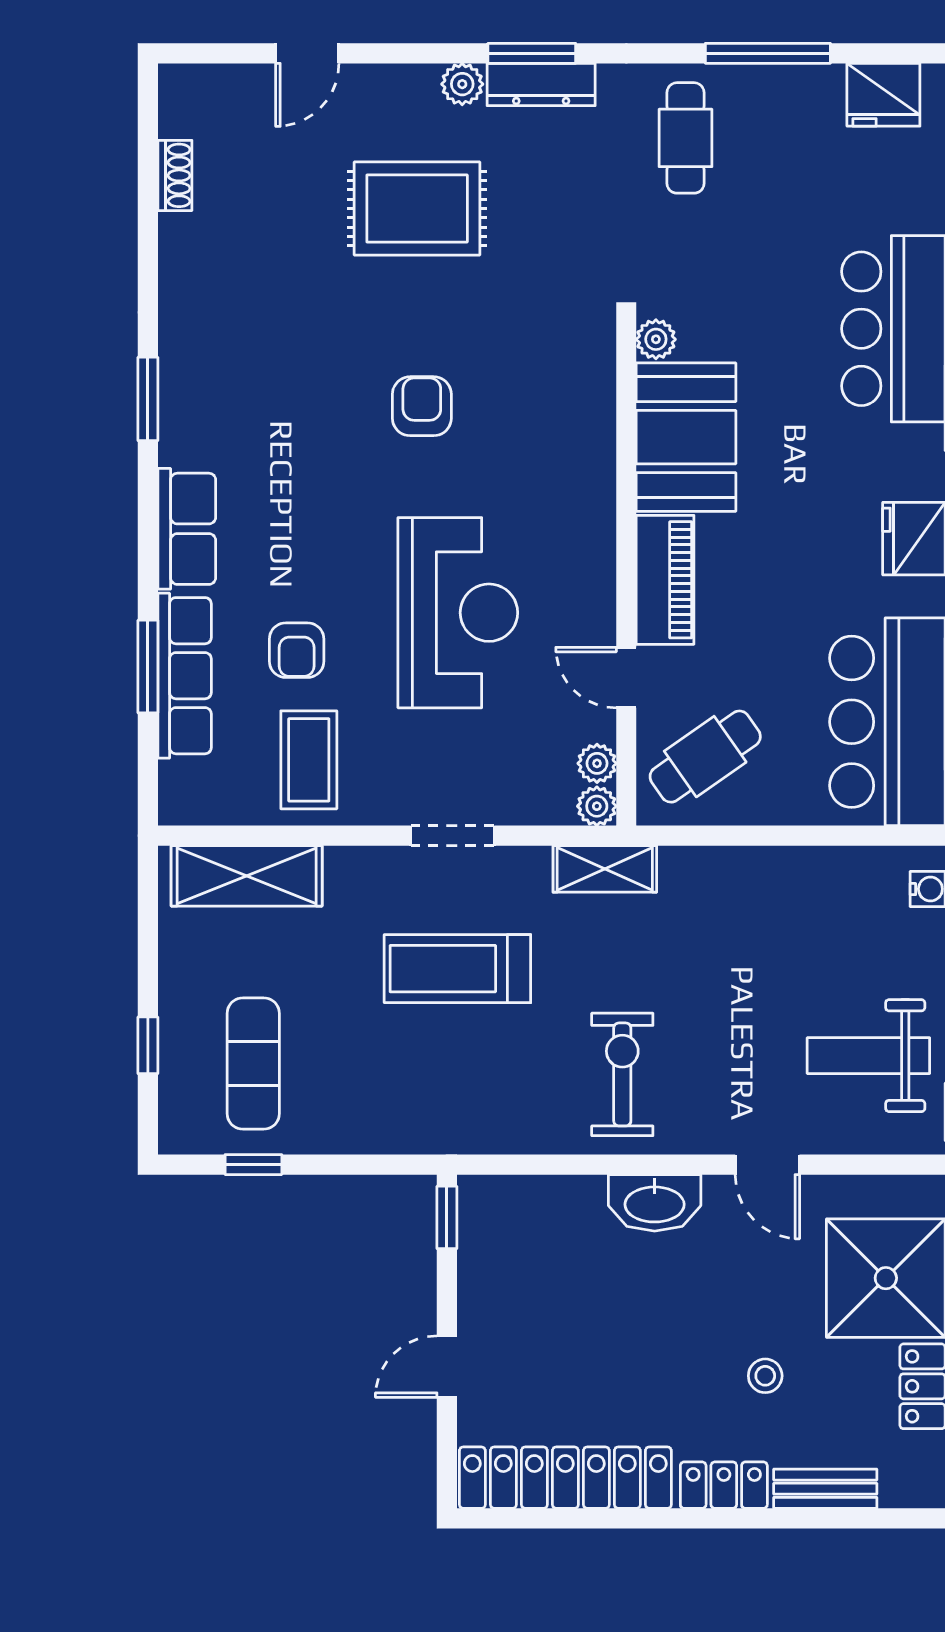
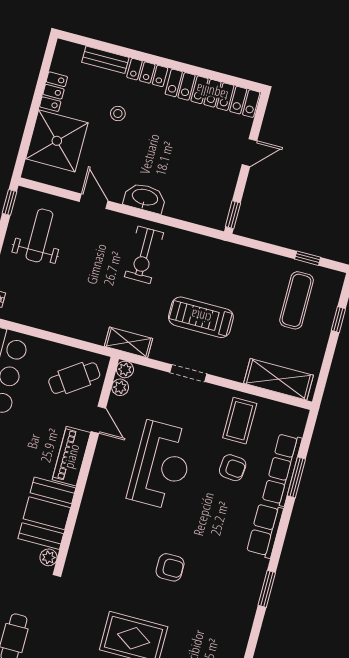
armchair: (422, 406) -> (170, 567), moved, turned -90
reception desk: (458, 613) -> (161, 465), turned 180
armchair: (297, 650) -> (233, 468), turned 95
treadmill: (457, 969) -> (201, 317), turned 180
weight bench: (868, 1056) -> (39, 235), turned -90

